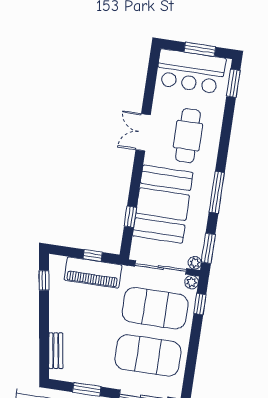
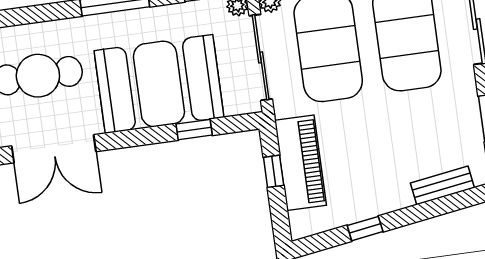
double door: (143, 132) -> (54, 149), width x1.37
window: (44, 280) -> (365, 229), moved

